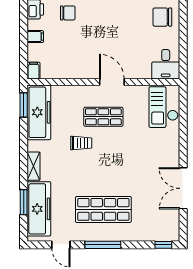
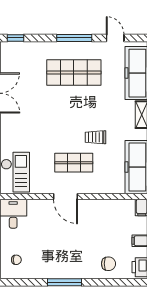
chair: (68, 13) -> (109, 264), turned 180
chair: (162, 17) -> (16, 260), width x0.54, depth x0.54

